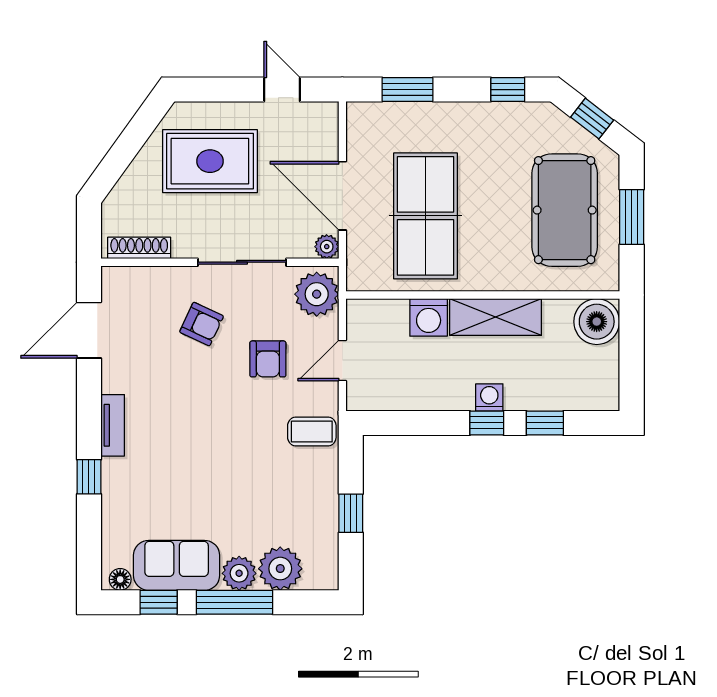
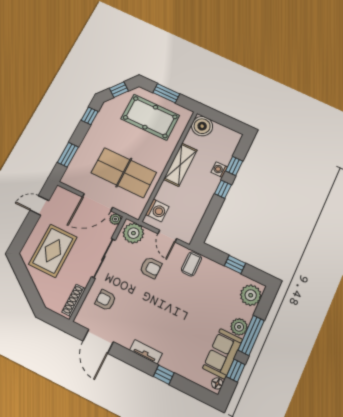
washing machine: (429, 317) -> (157, 210), moved
armchair: (202, 324) -> (106, 300), moved, turned -115
washing machine: (489, 397) -> (219, 170), moved
plant: (280, 569) -> (251, 295), moved

